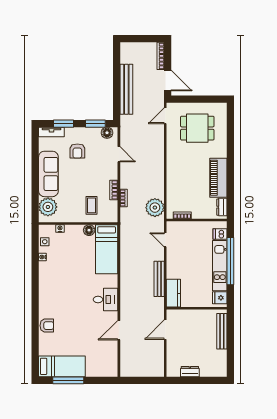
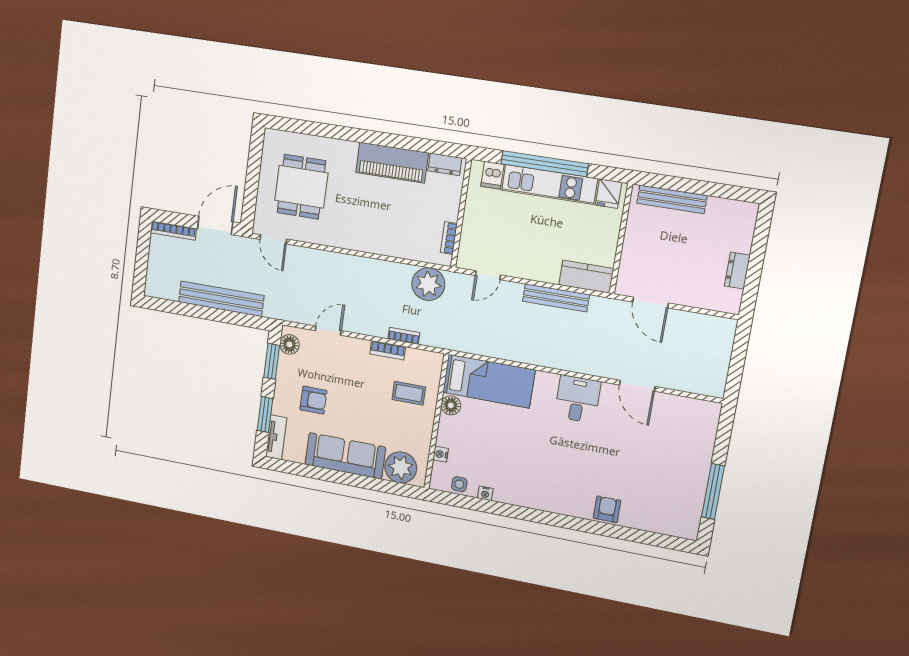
bed: (62, 366) -> (685, 498), removed

